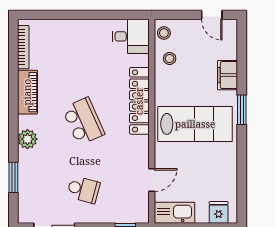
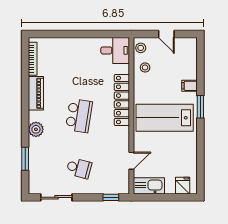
door: (212, 15) -> (166, 34), moved
filing cabinet: (228, 75) -> (190, 86), width x0.50
school desk: (83, 121) -> (79, 116), turned 33
lab bench: (195, 124) -> (165, 118), turned 180

